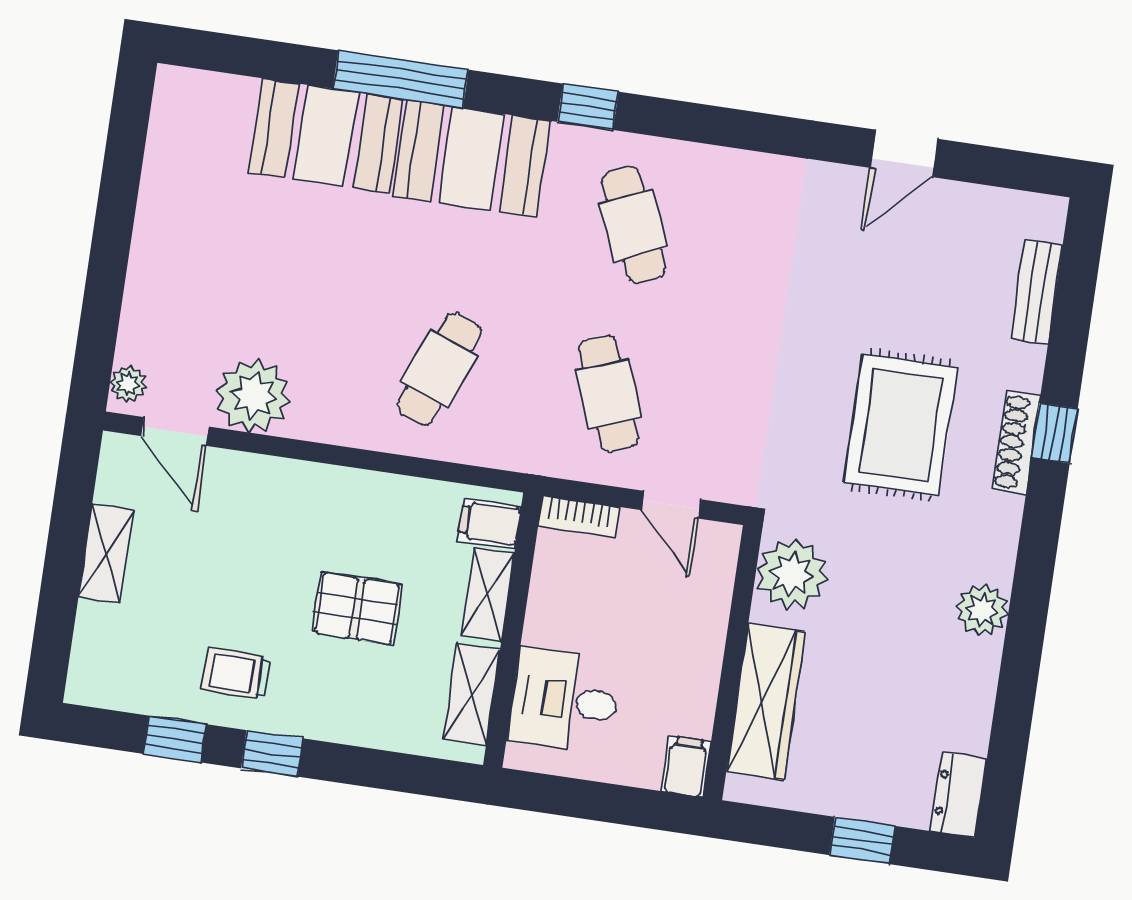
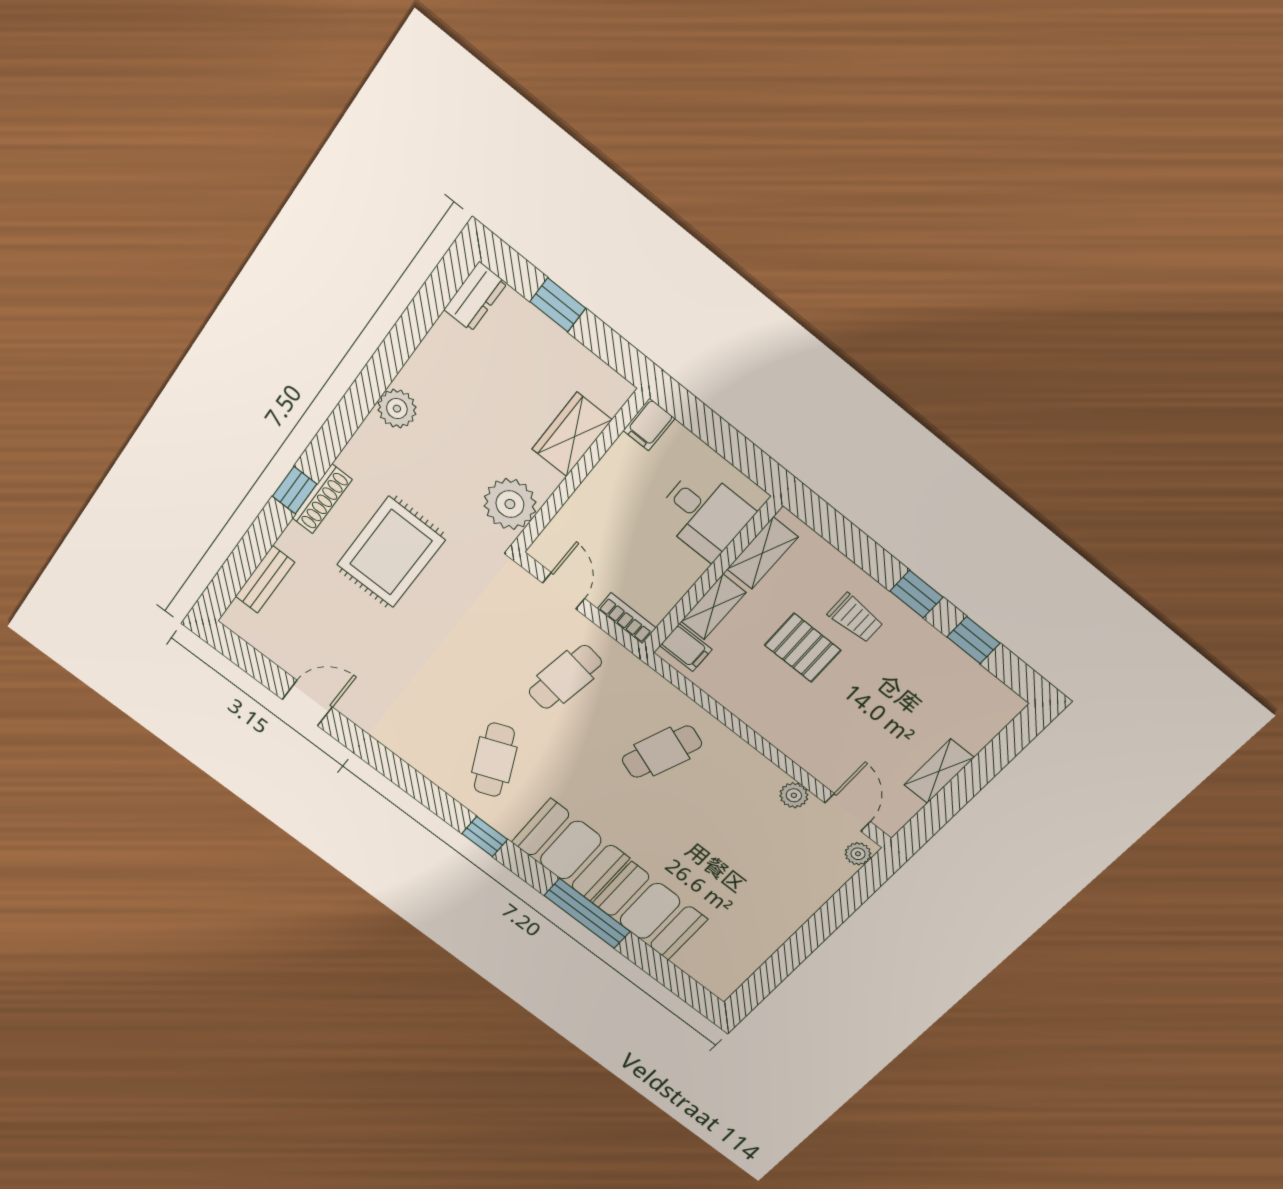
cafe table: (609, 394) -> (565, 677), turned 30
plant: (253, 396) -> (794, 795), width x0.53, depth x0.53
trolley: (237, 674) -> (856, 618), moved
wardrobe: (766, 702) -> (572, 435), width x0.67

